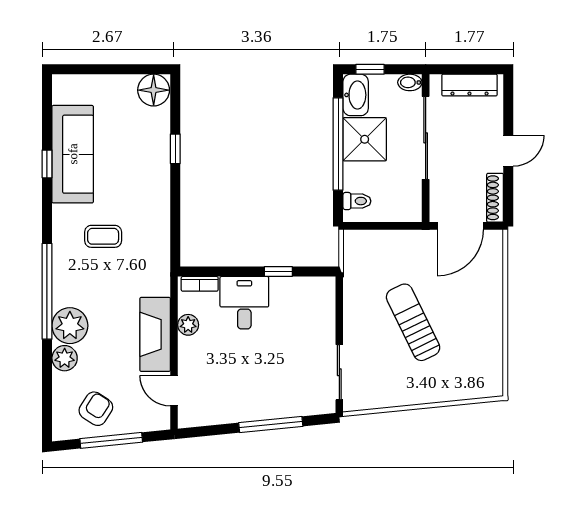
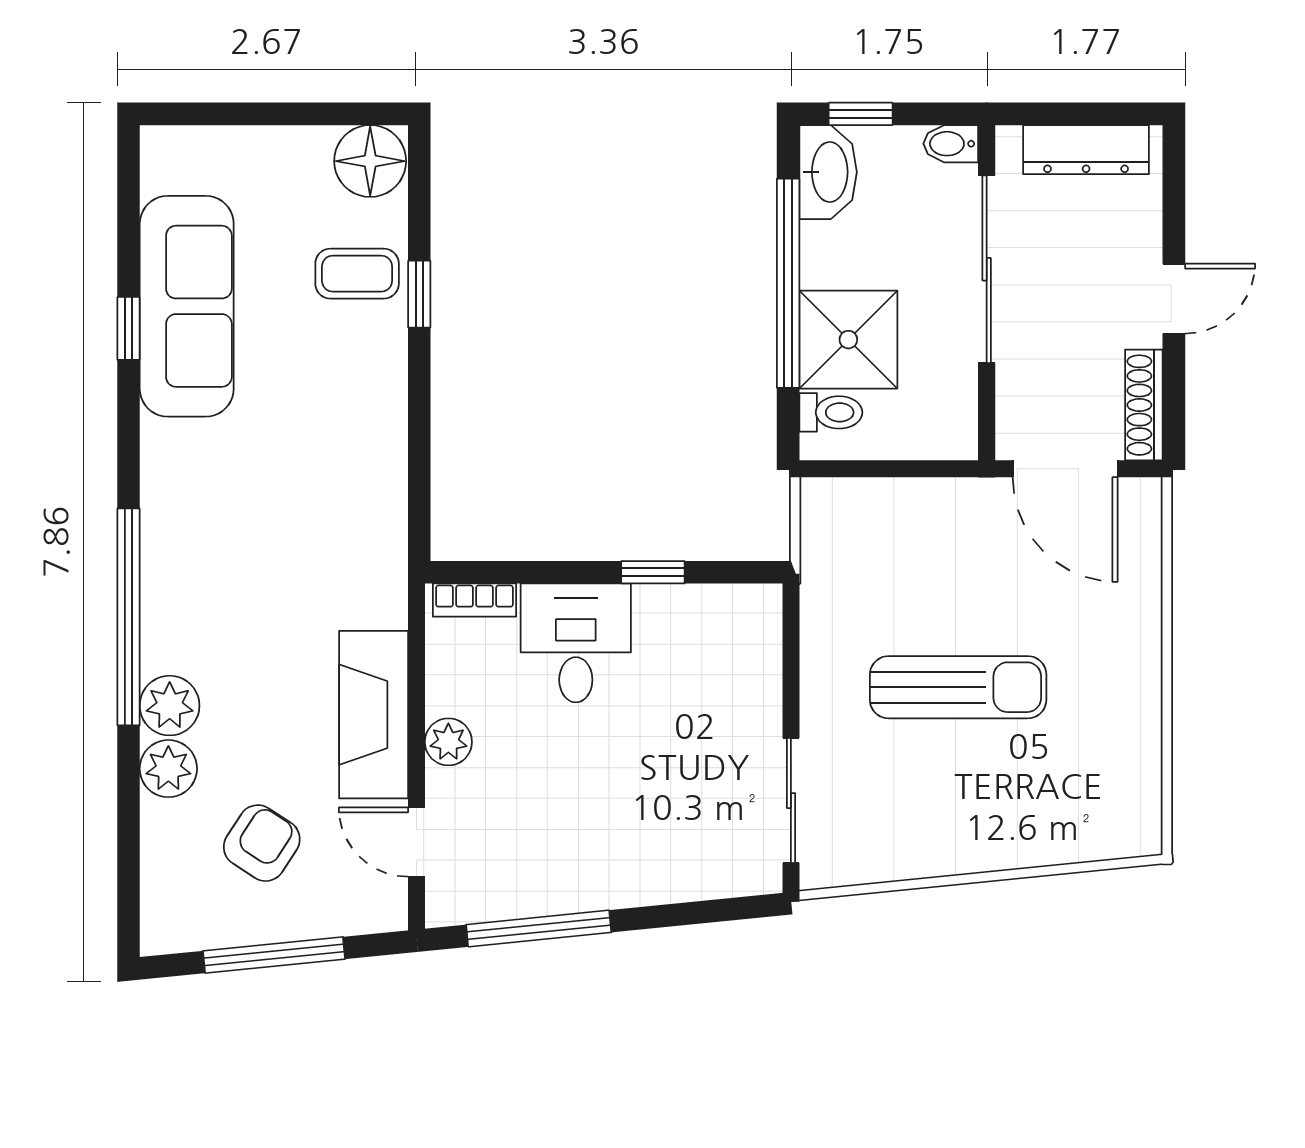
shower: (365, 139) -> (848, 340), moved
door: (460, 226) -> (1065, 469), hinge flipped
coffee table: (103, 236) -> (357, 274), moved
sun lounger: (413, 322) -> (958, 687), turned 116
plant: (188, 325) -> (448, 742), moved
plant: (70, 326) -> (170, 706), width x0.73, depth x0.73
armchair: (96, 409) -> (262, 843), moved
window: (271, 424) -> (539, 928), moved

